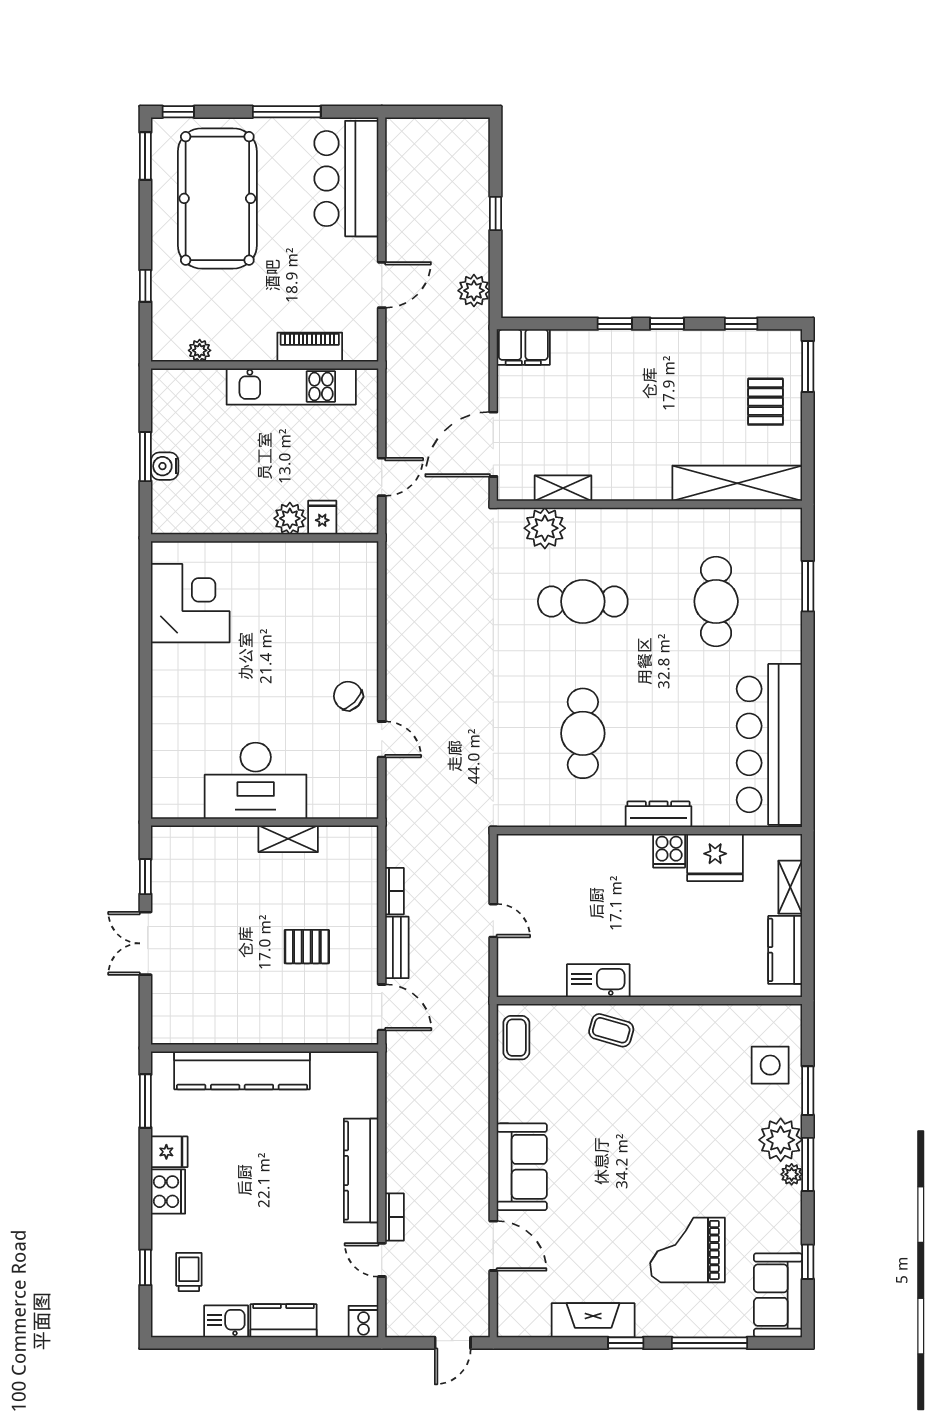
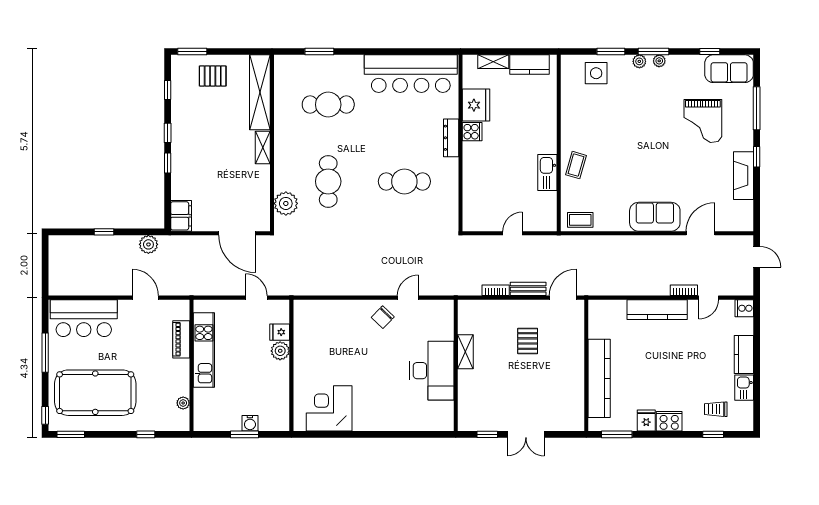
shelving: (563, 488) -> (263, 147), moved
plant: (781, 1140) -> (639, 61), width x0.53, depth x0.53

